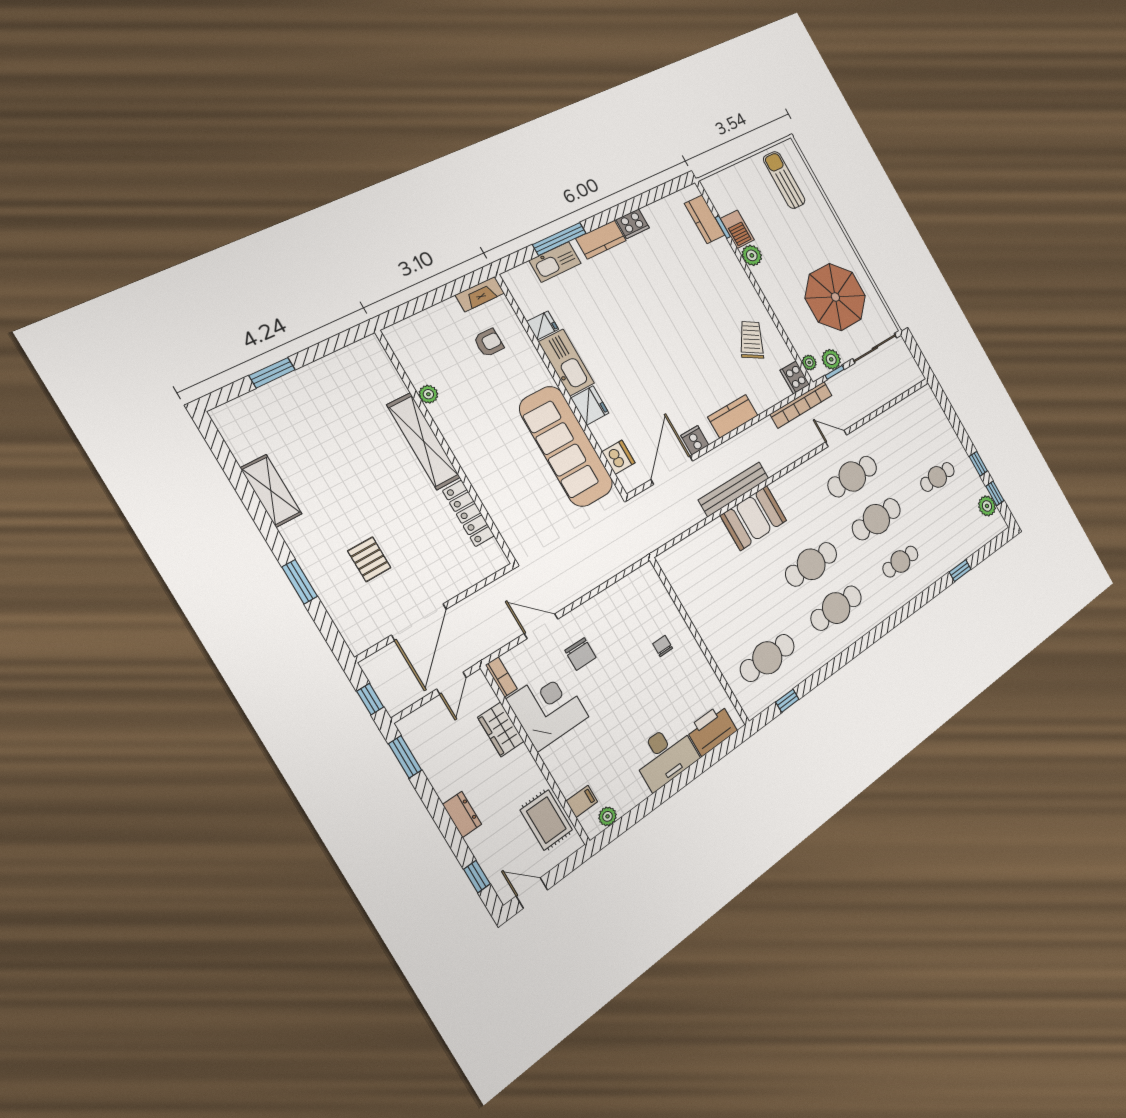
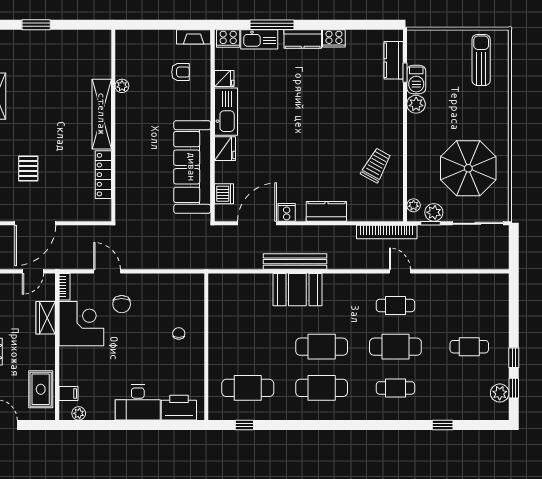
cooker: (795, 377) -> (228, 38), moved, turned -90
cafe table: (852, 476) -> (395, 305), width x0.73, depth x0.74

